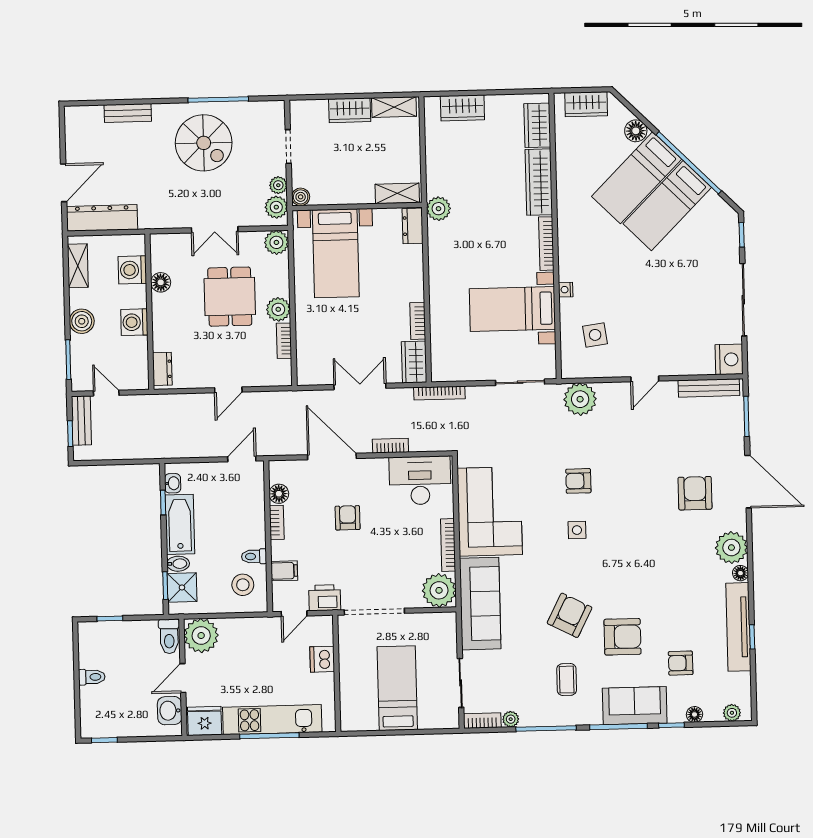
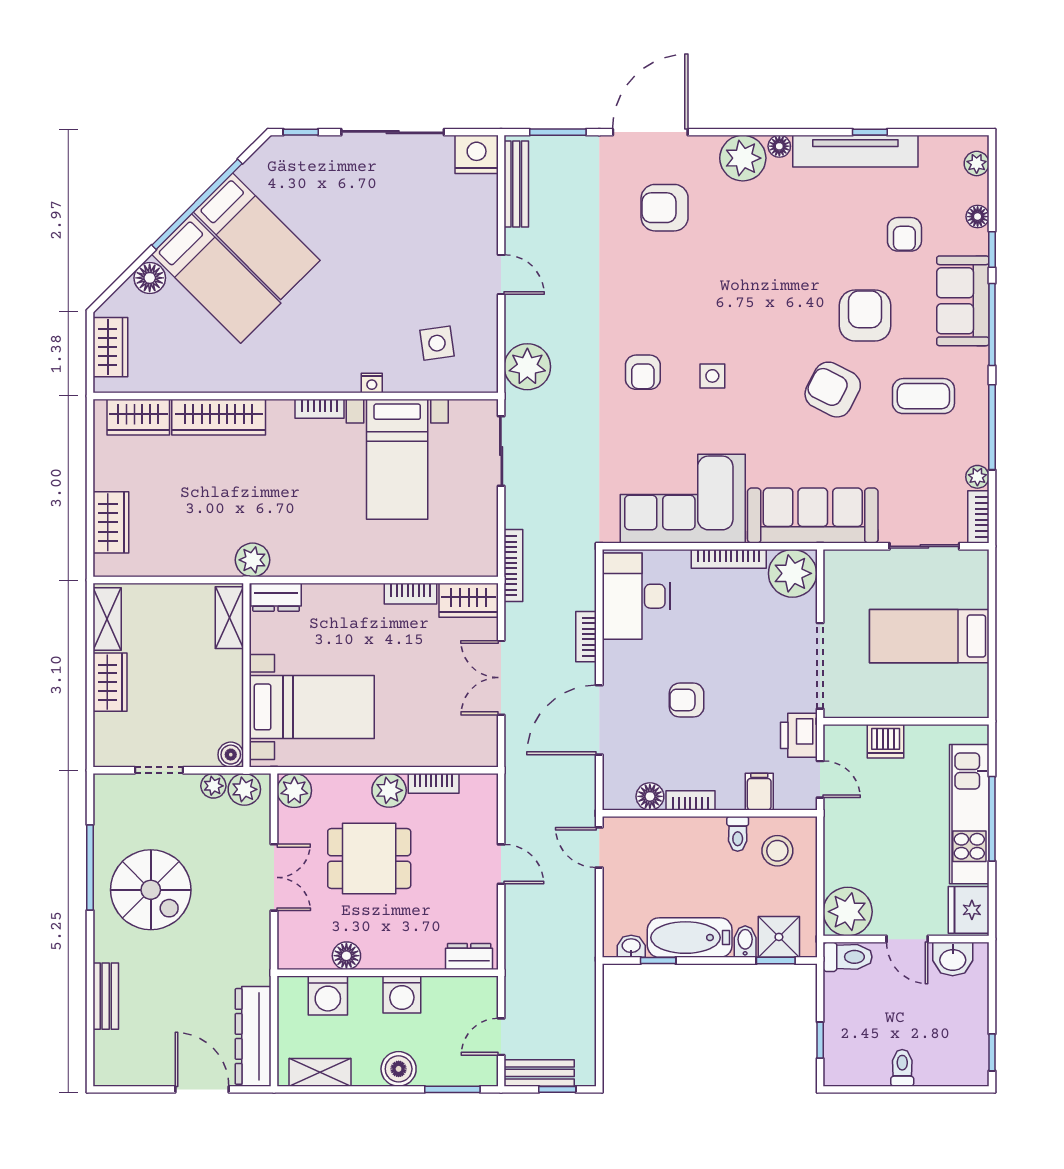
spiral stairs: (204, 143) -> (151, 890), turned 90
bookcase: (546, 244) -> (320, 409), width x0.64
coffee table: (567, 680) -> (923, 396), width x1.36, depth x1.30

